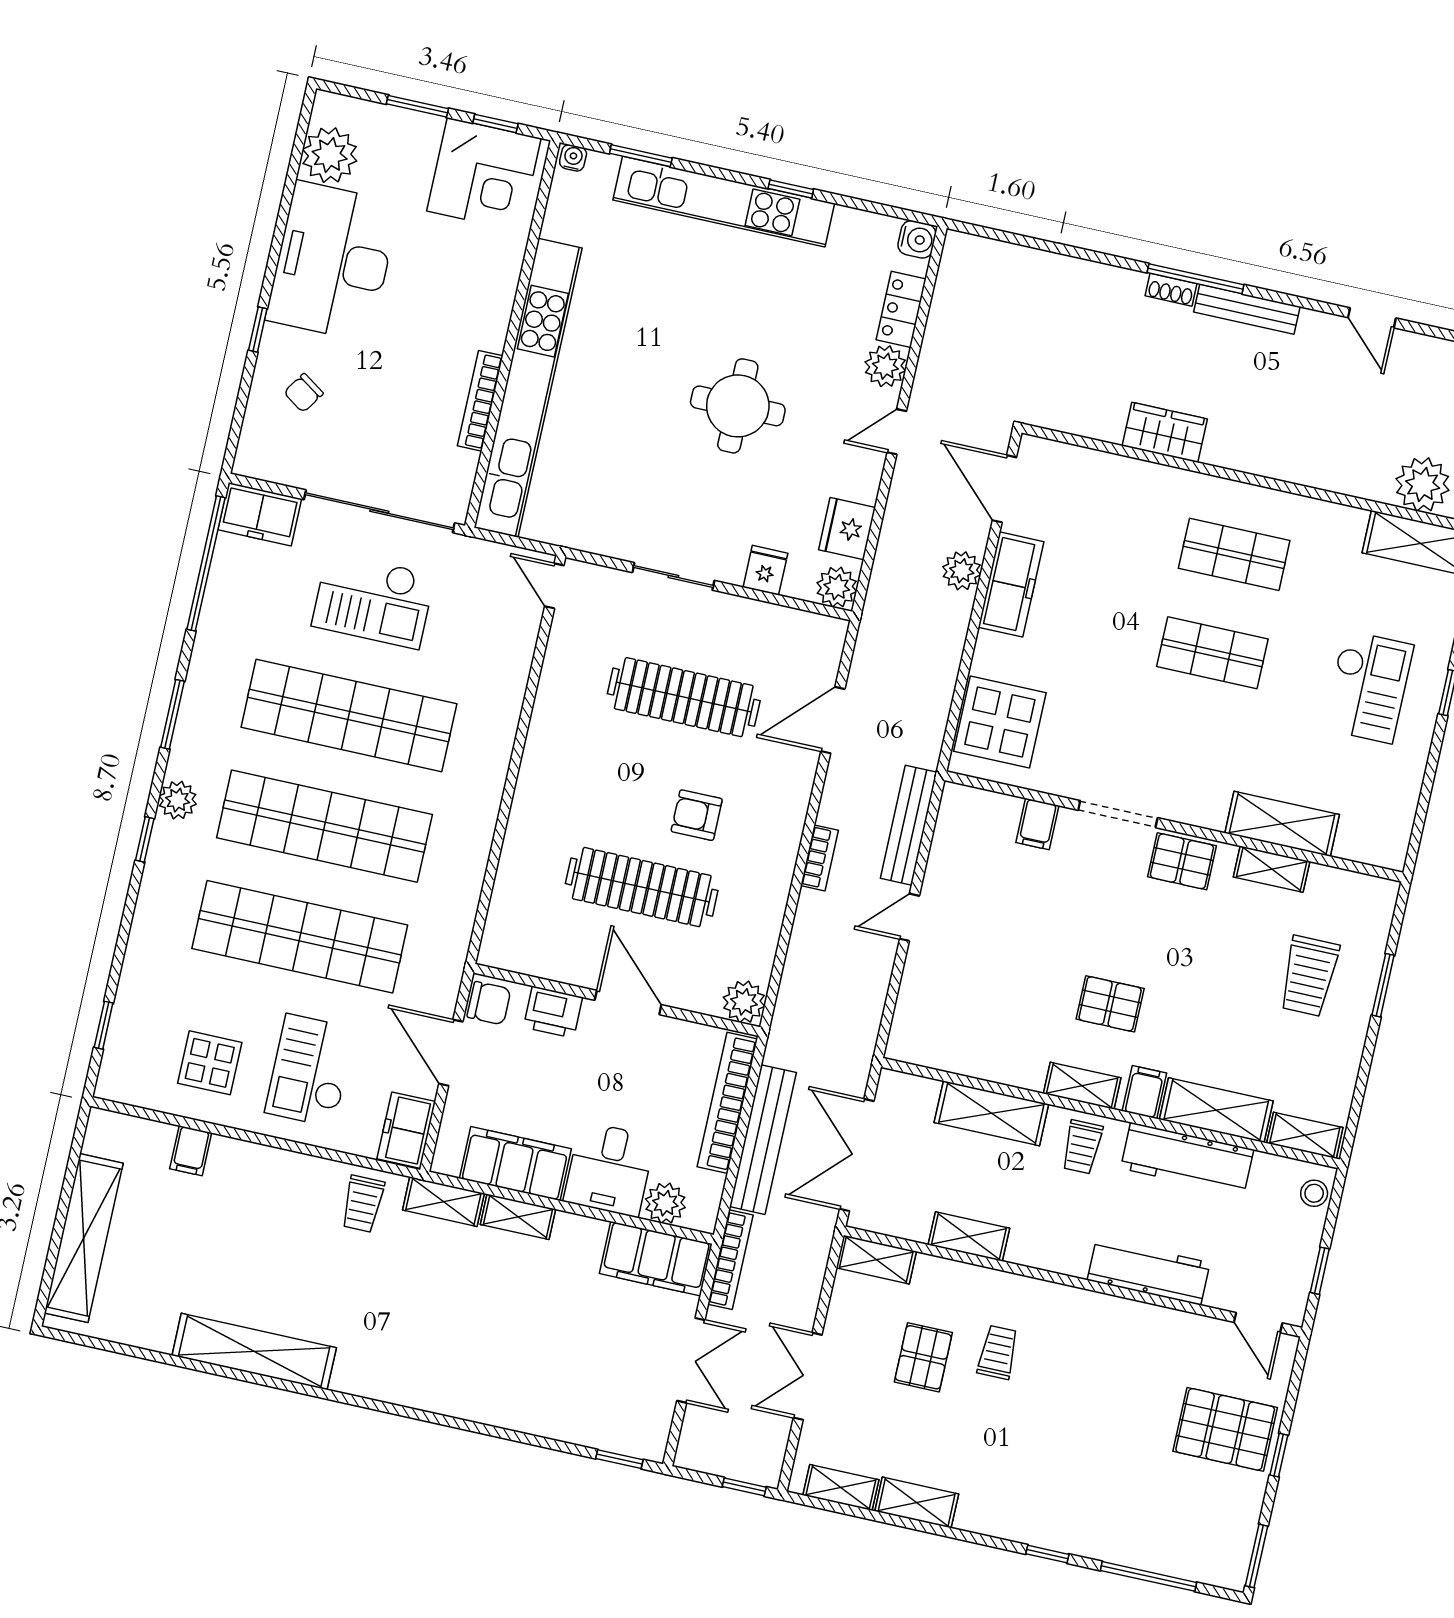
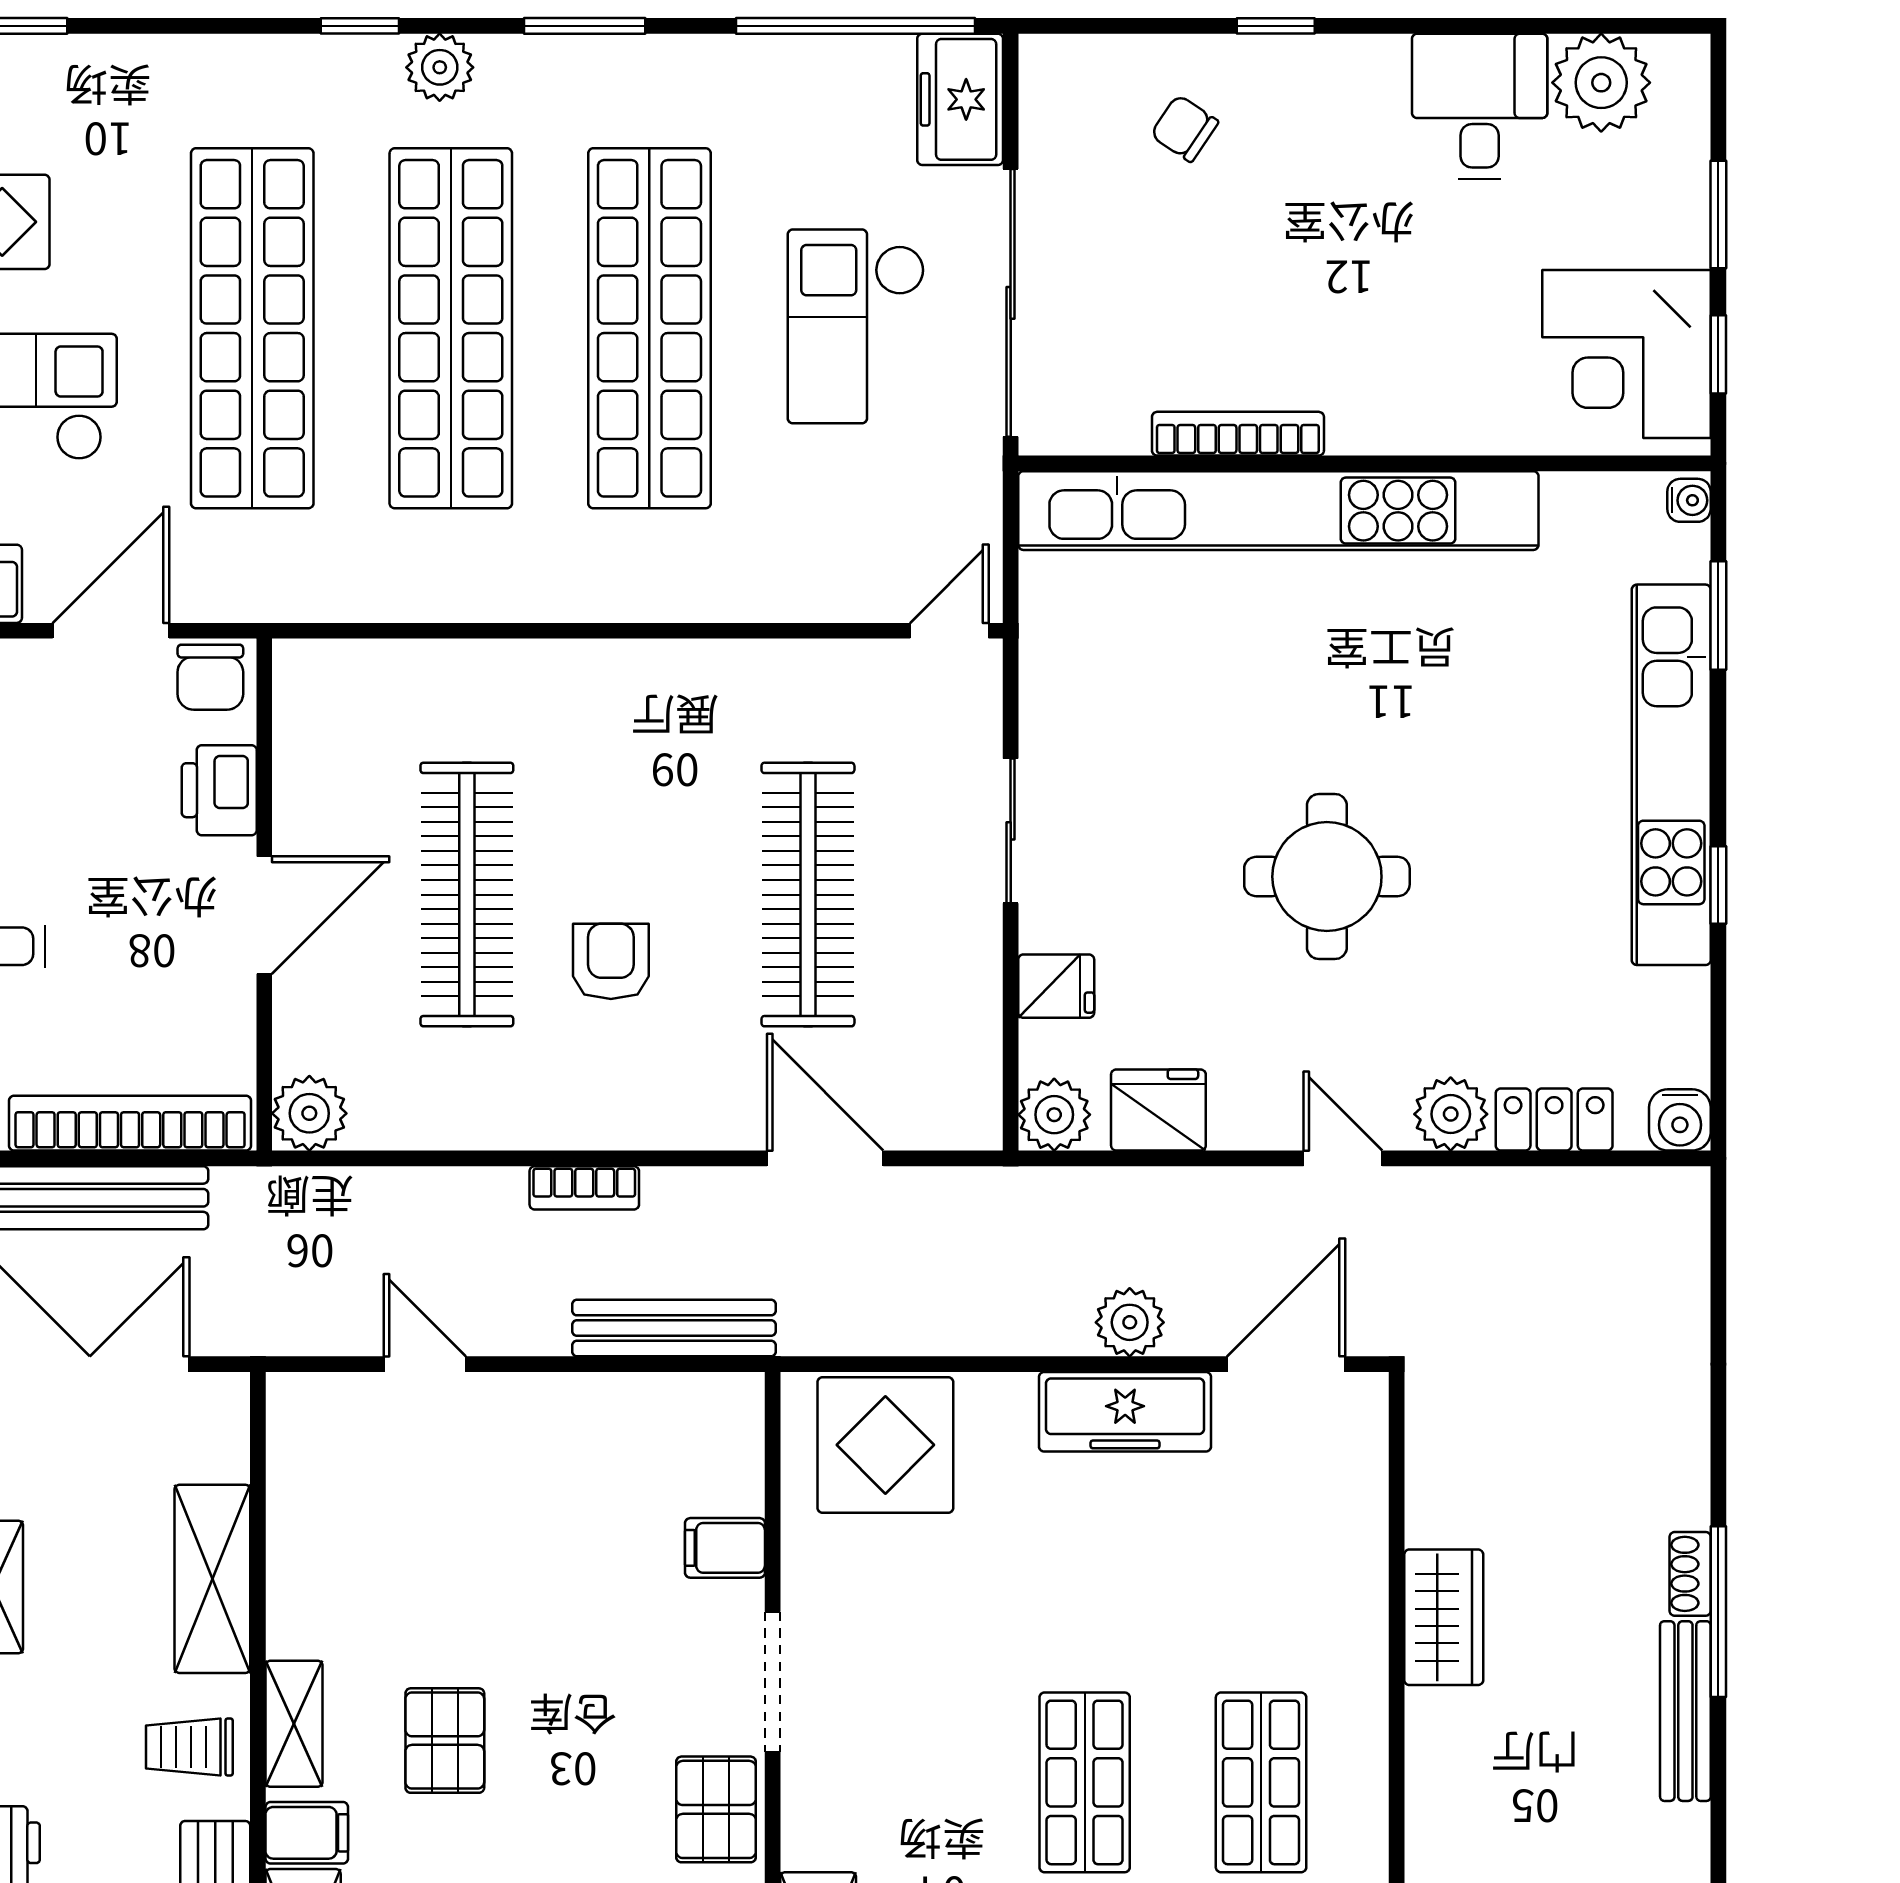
desk: (333, 261) -> (1480, 106), width x0.53, depth x0.77
door: (909, 917) -> (425, 1364), moved

